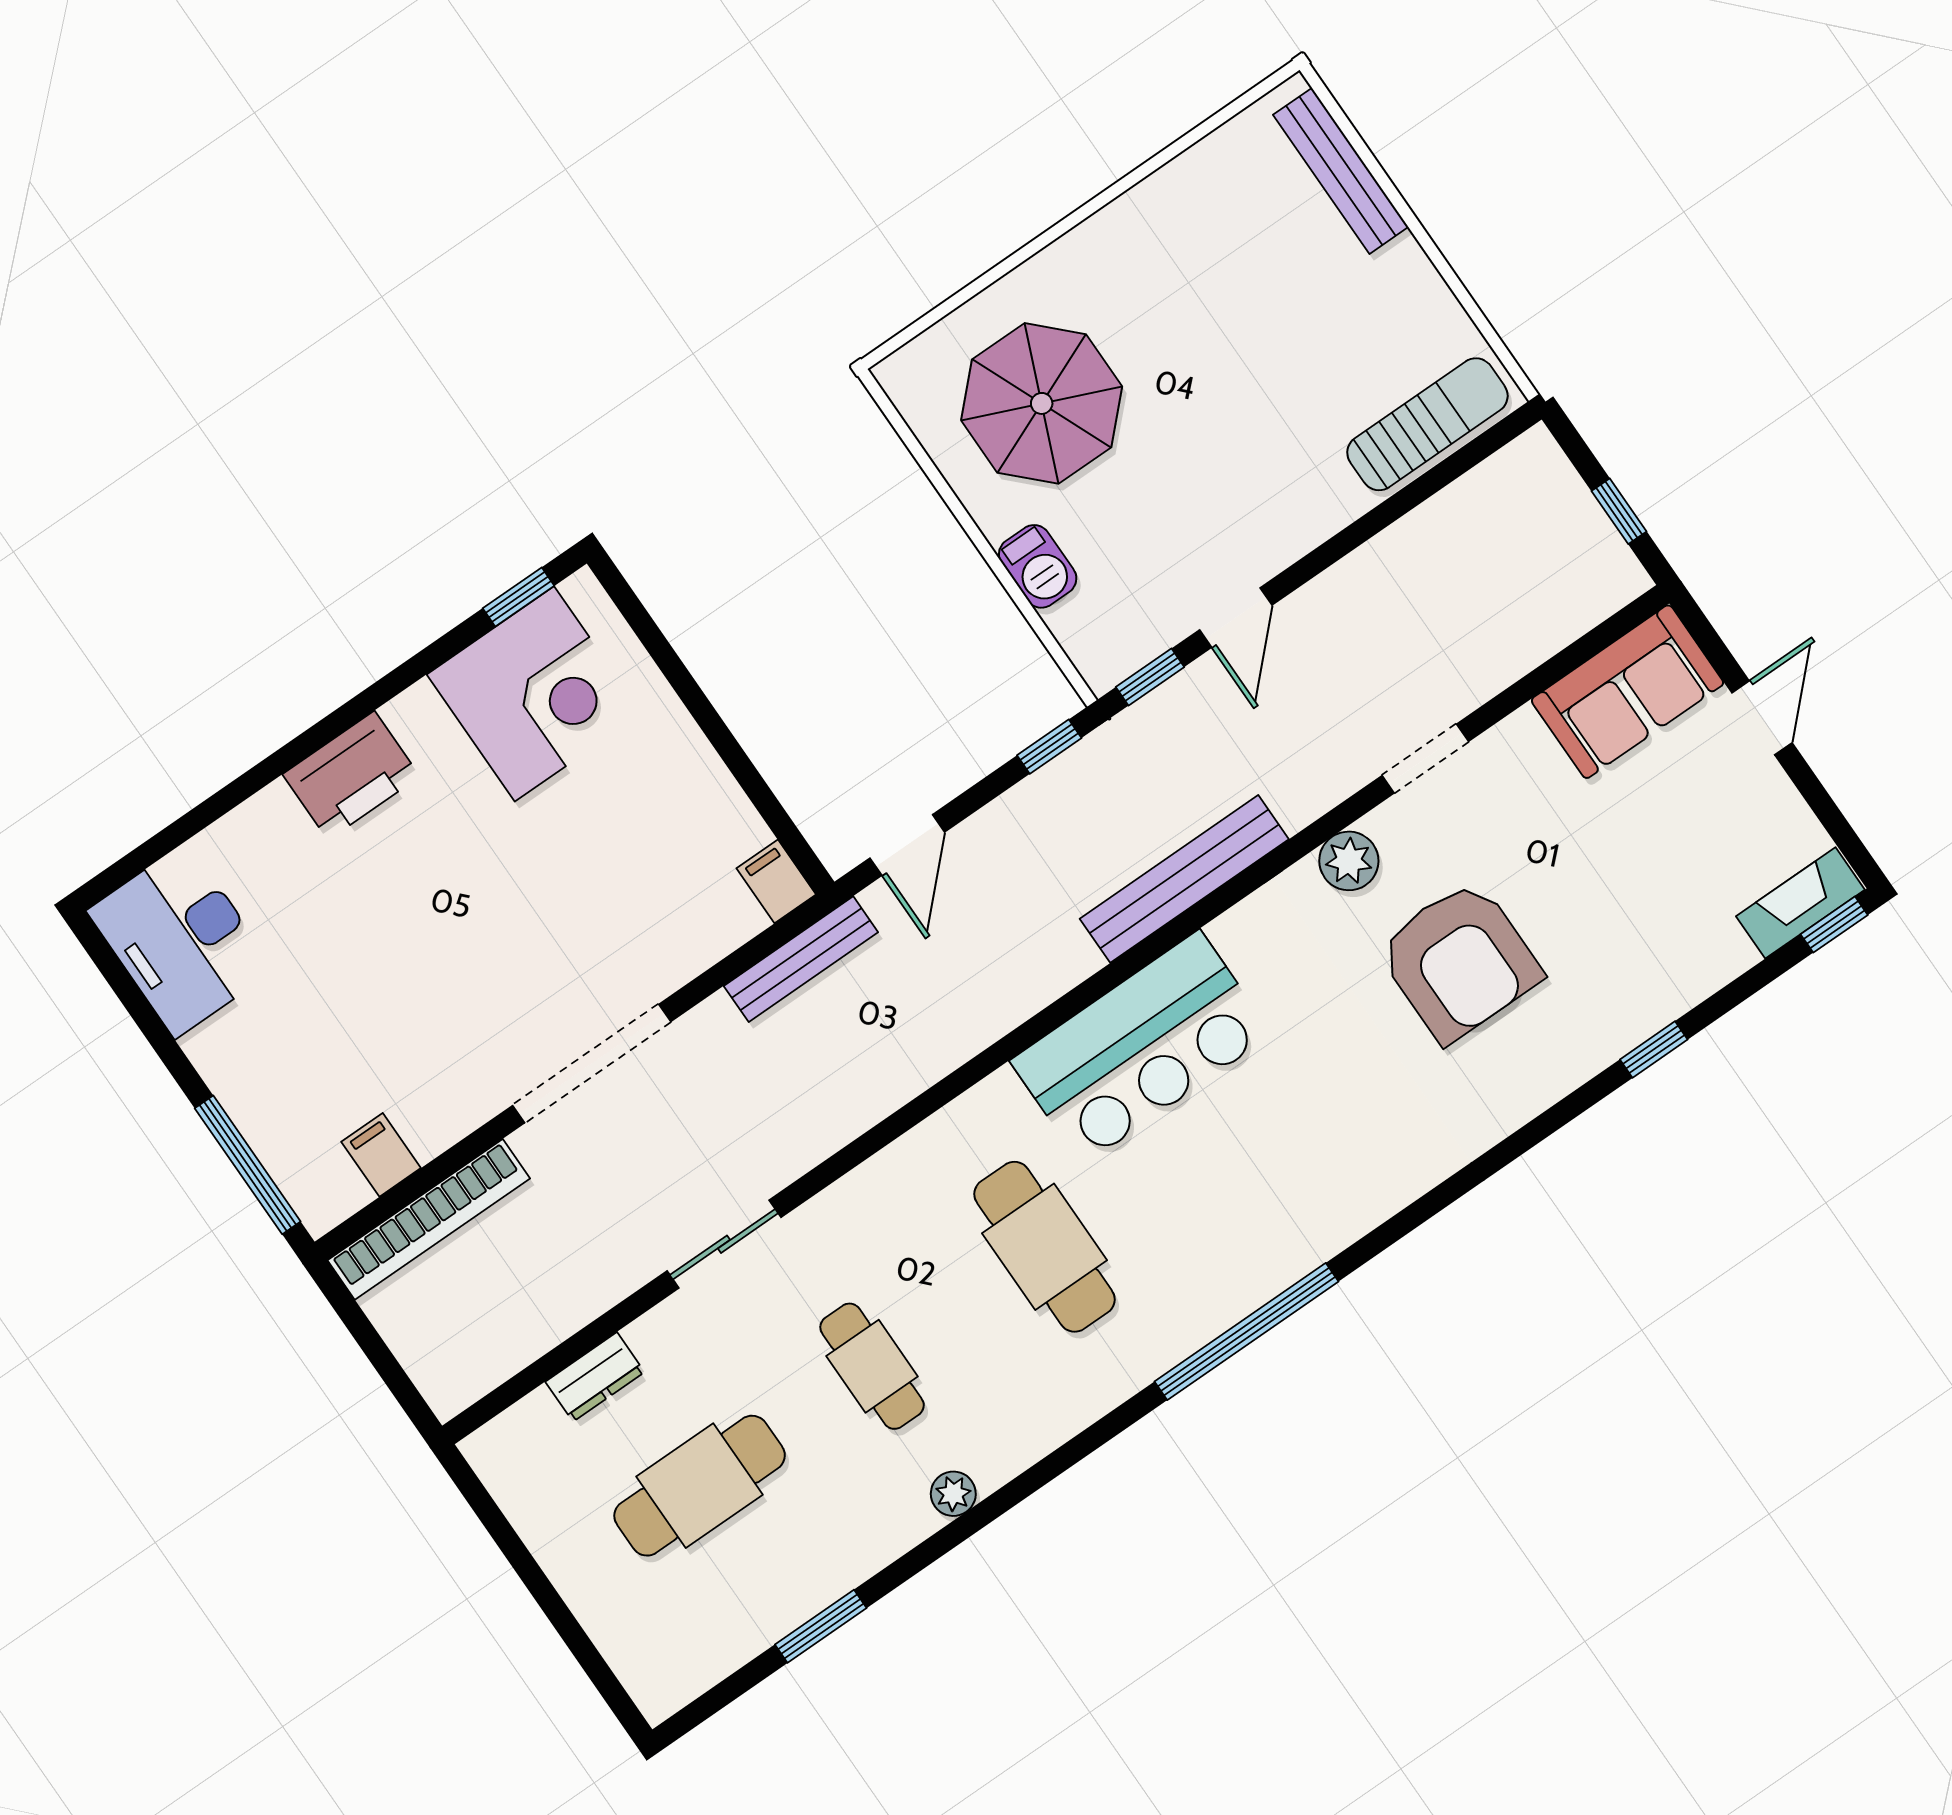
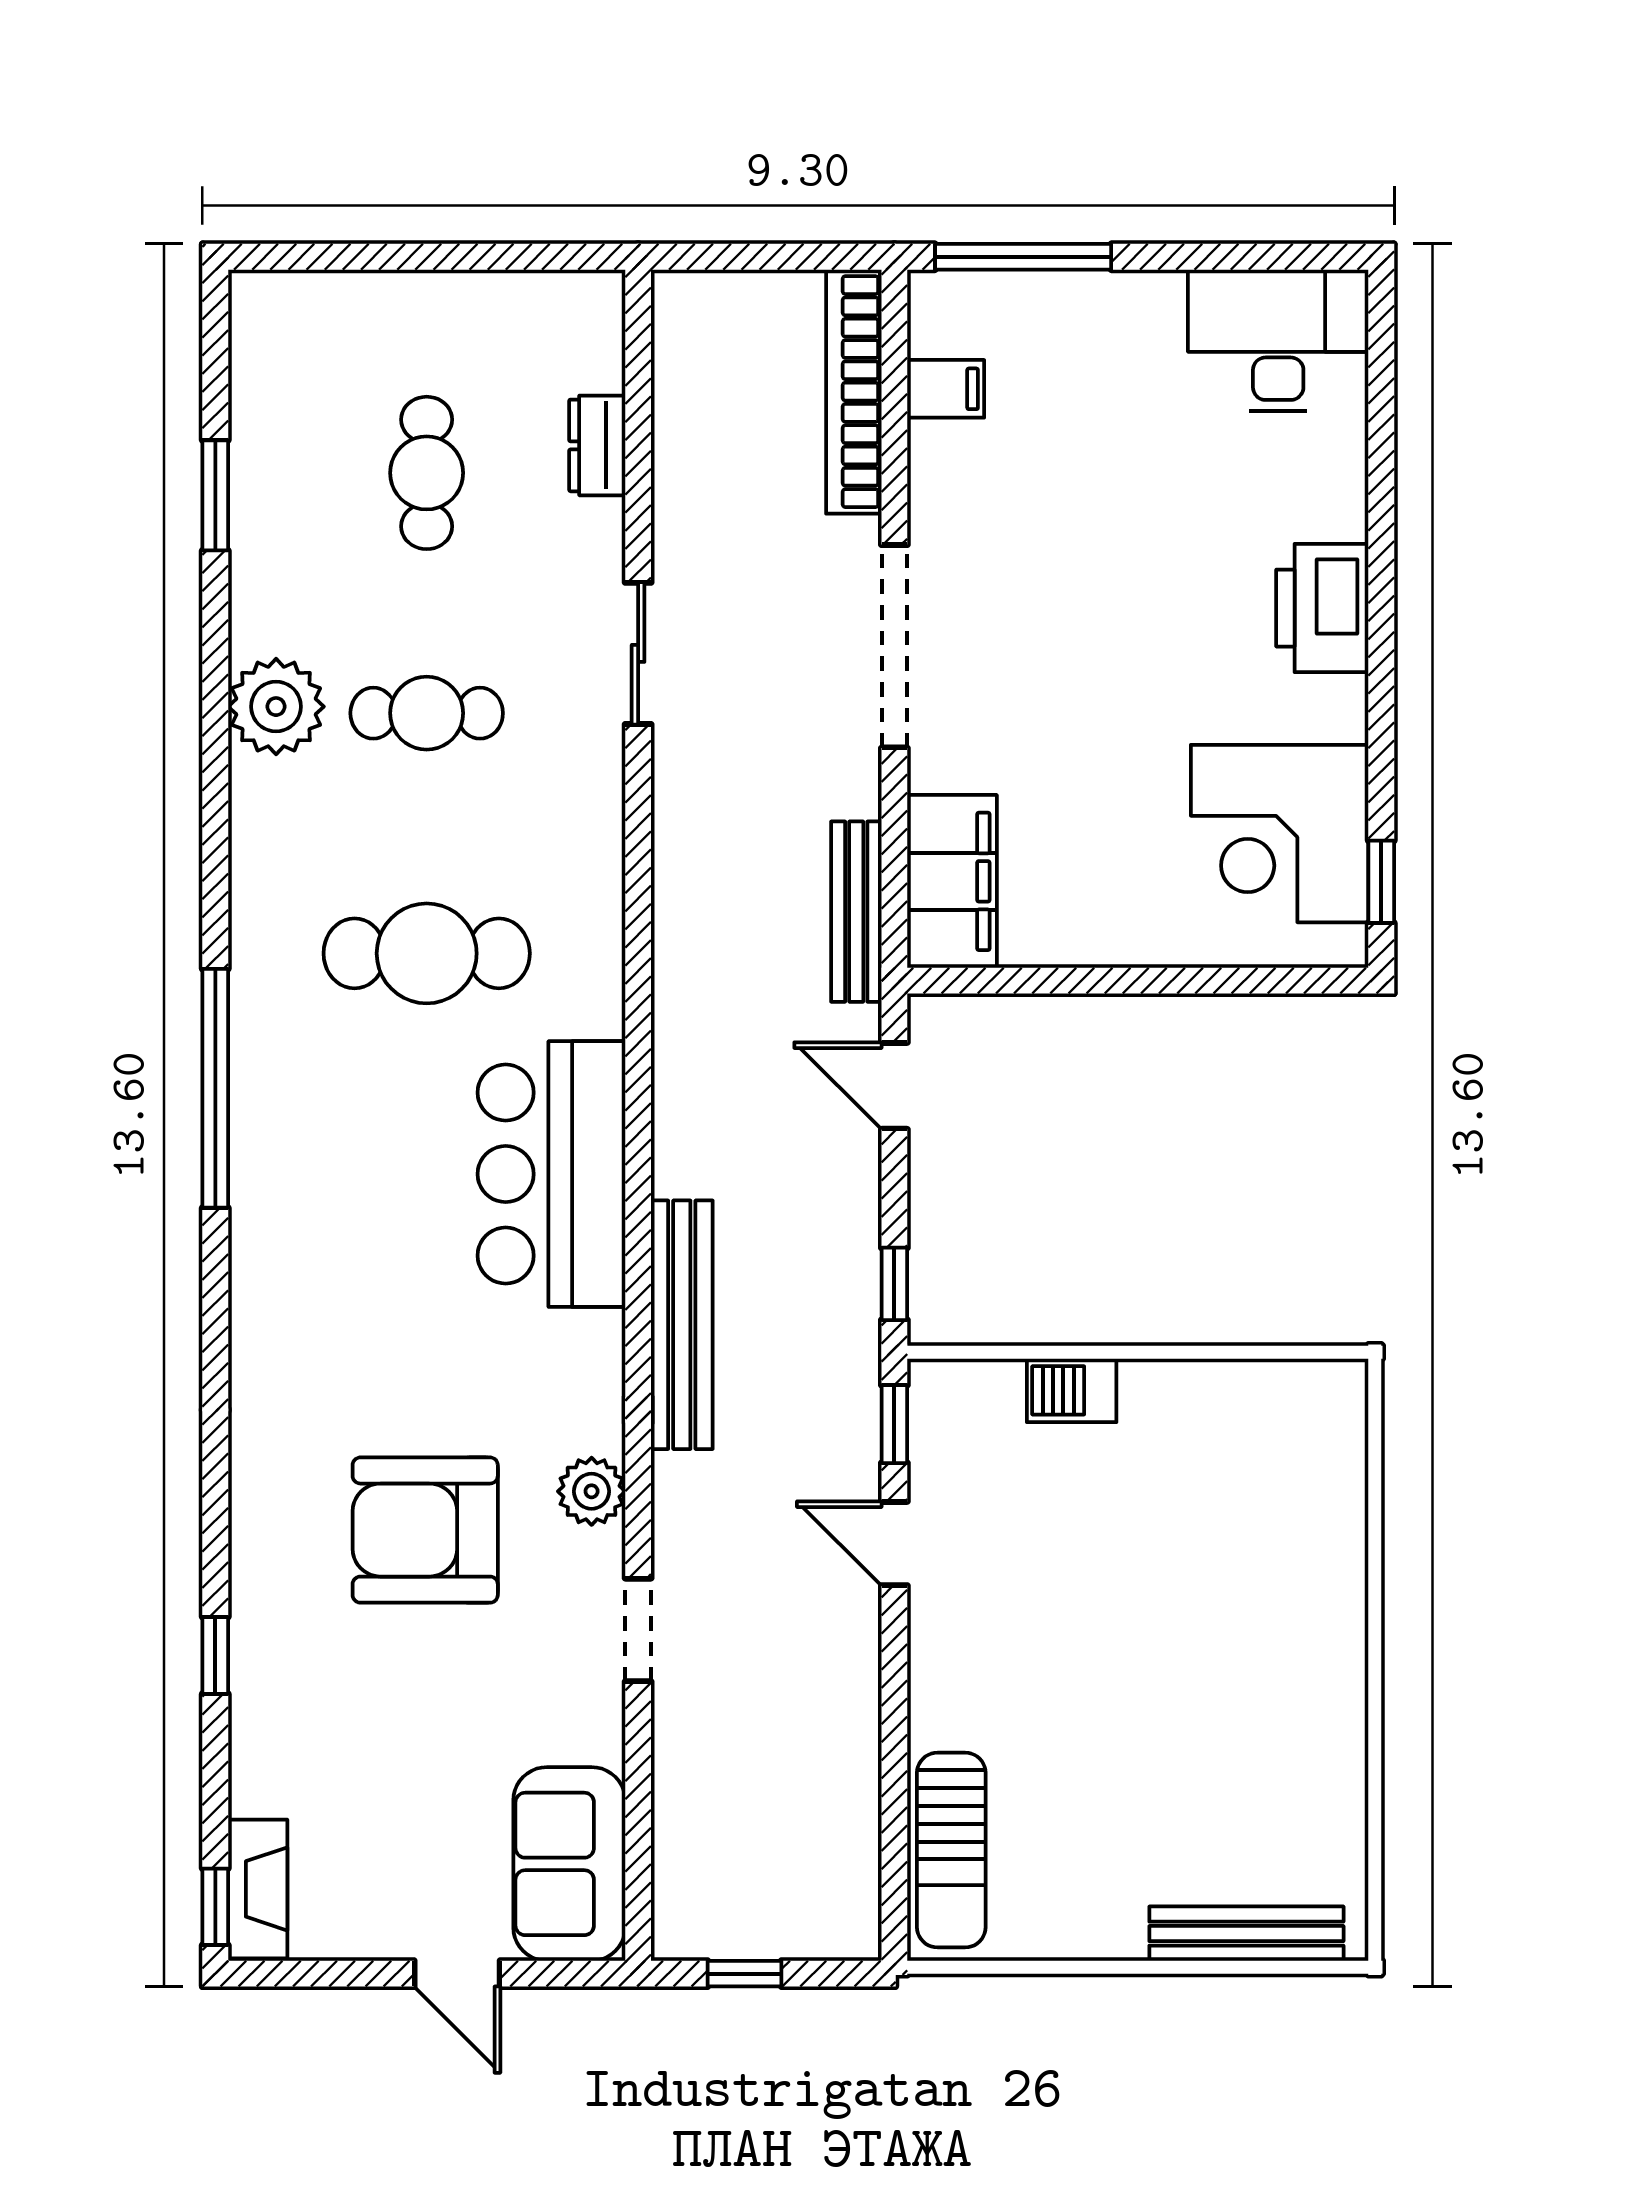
parasol: (1042, 403) -> (1222, 1500), removed
filing cabinet: (776, 881) -> (952, 881), width x3.00, depth x1.17
cafe table: (700, 1486) -> (427, 473), width x0.73, depth x0.74
plant: (953, 1494) -> (276, 707), width x1.87, depth x1.87

